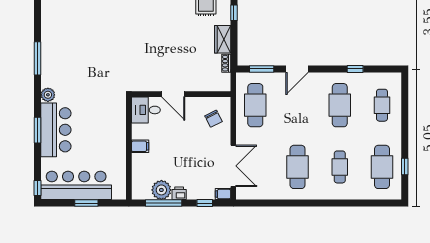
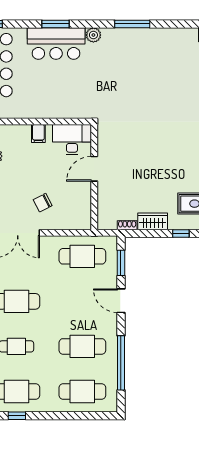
window: (355, 69) -> (121, 363), width x3.17
cafe table: (382, 105) -> (82, 391), width x1.37, depth x1.35
desk: (146, 110) -> (72, 140), width x1.37
chair: (213, 119) -> (43, 203), moved

